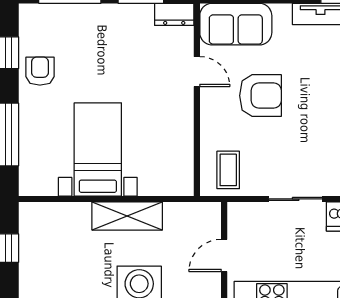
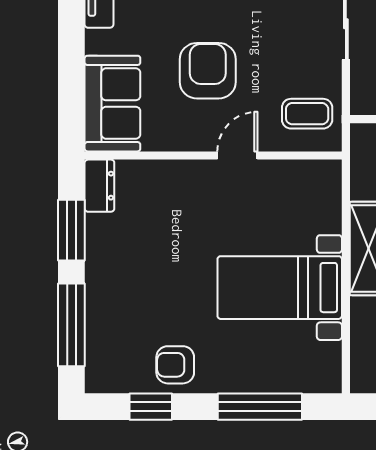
door: (197, 72) -> (237, 155), moved

